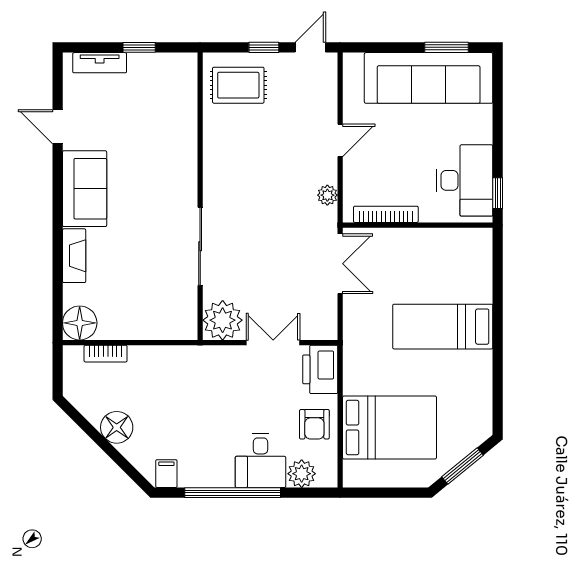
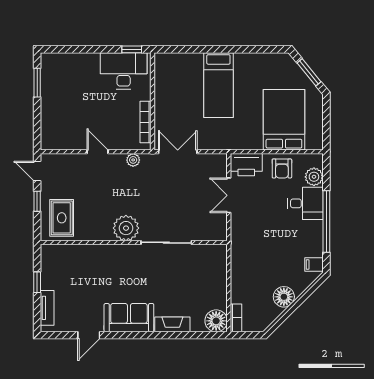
sofa: (429, 78) -> (57, 94), removed
plant: (223, 320) -> (126, 228), moved
bookcase: (106, 354) -> (236, 318), moved
armchair: (314, 424) -> (282, 168), turned 90

